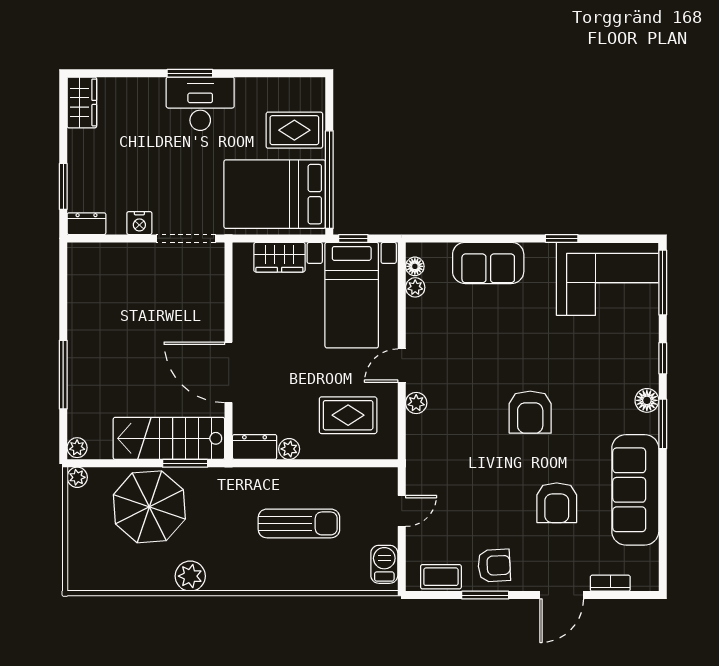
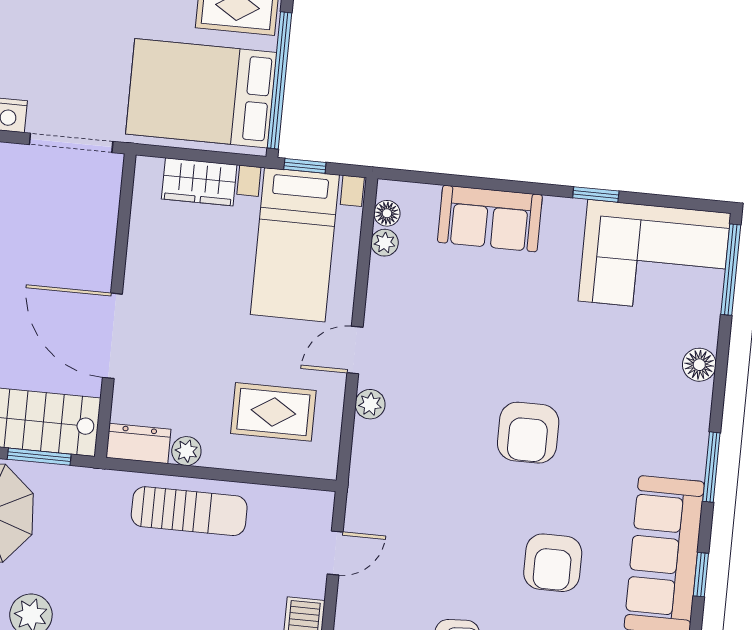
window: (663, 358) -> (701, 575), moved
floor lamp: (647, 400) -> (699, 365), moved
sun lounger: (299, 523) -> (189, 511), moved

